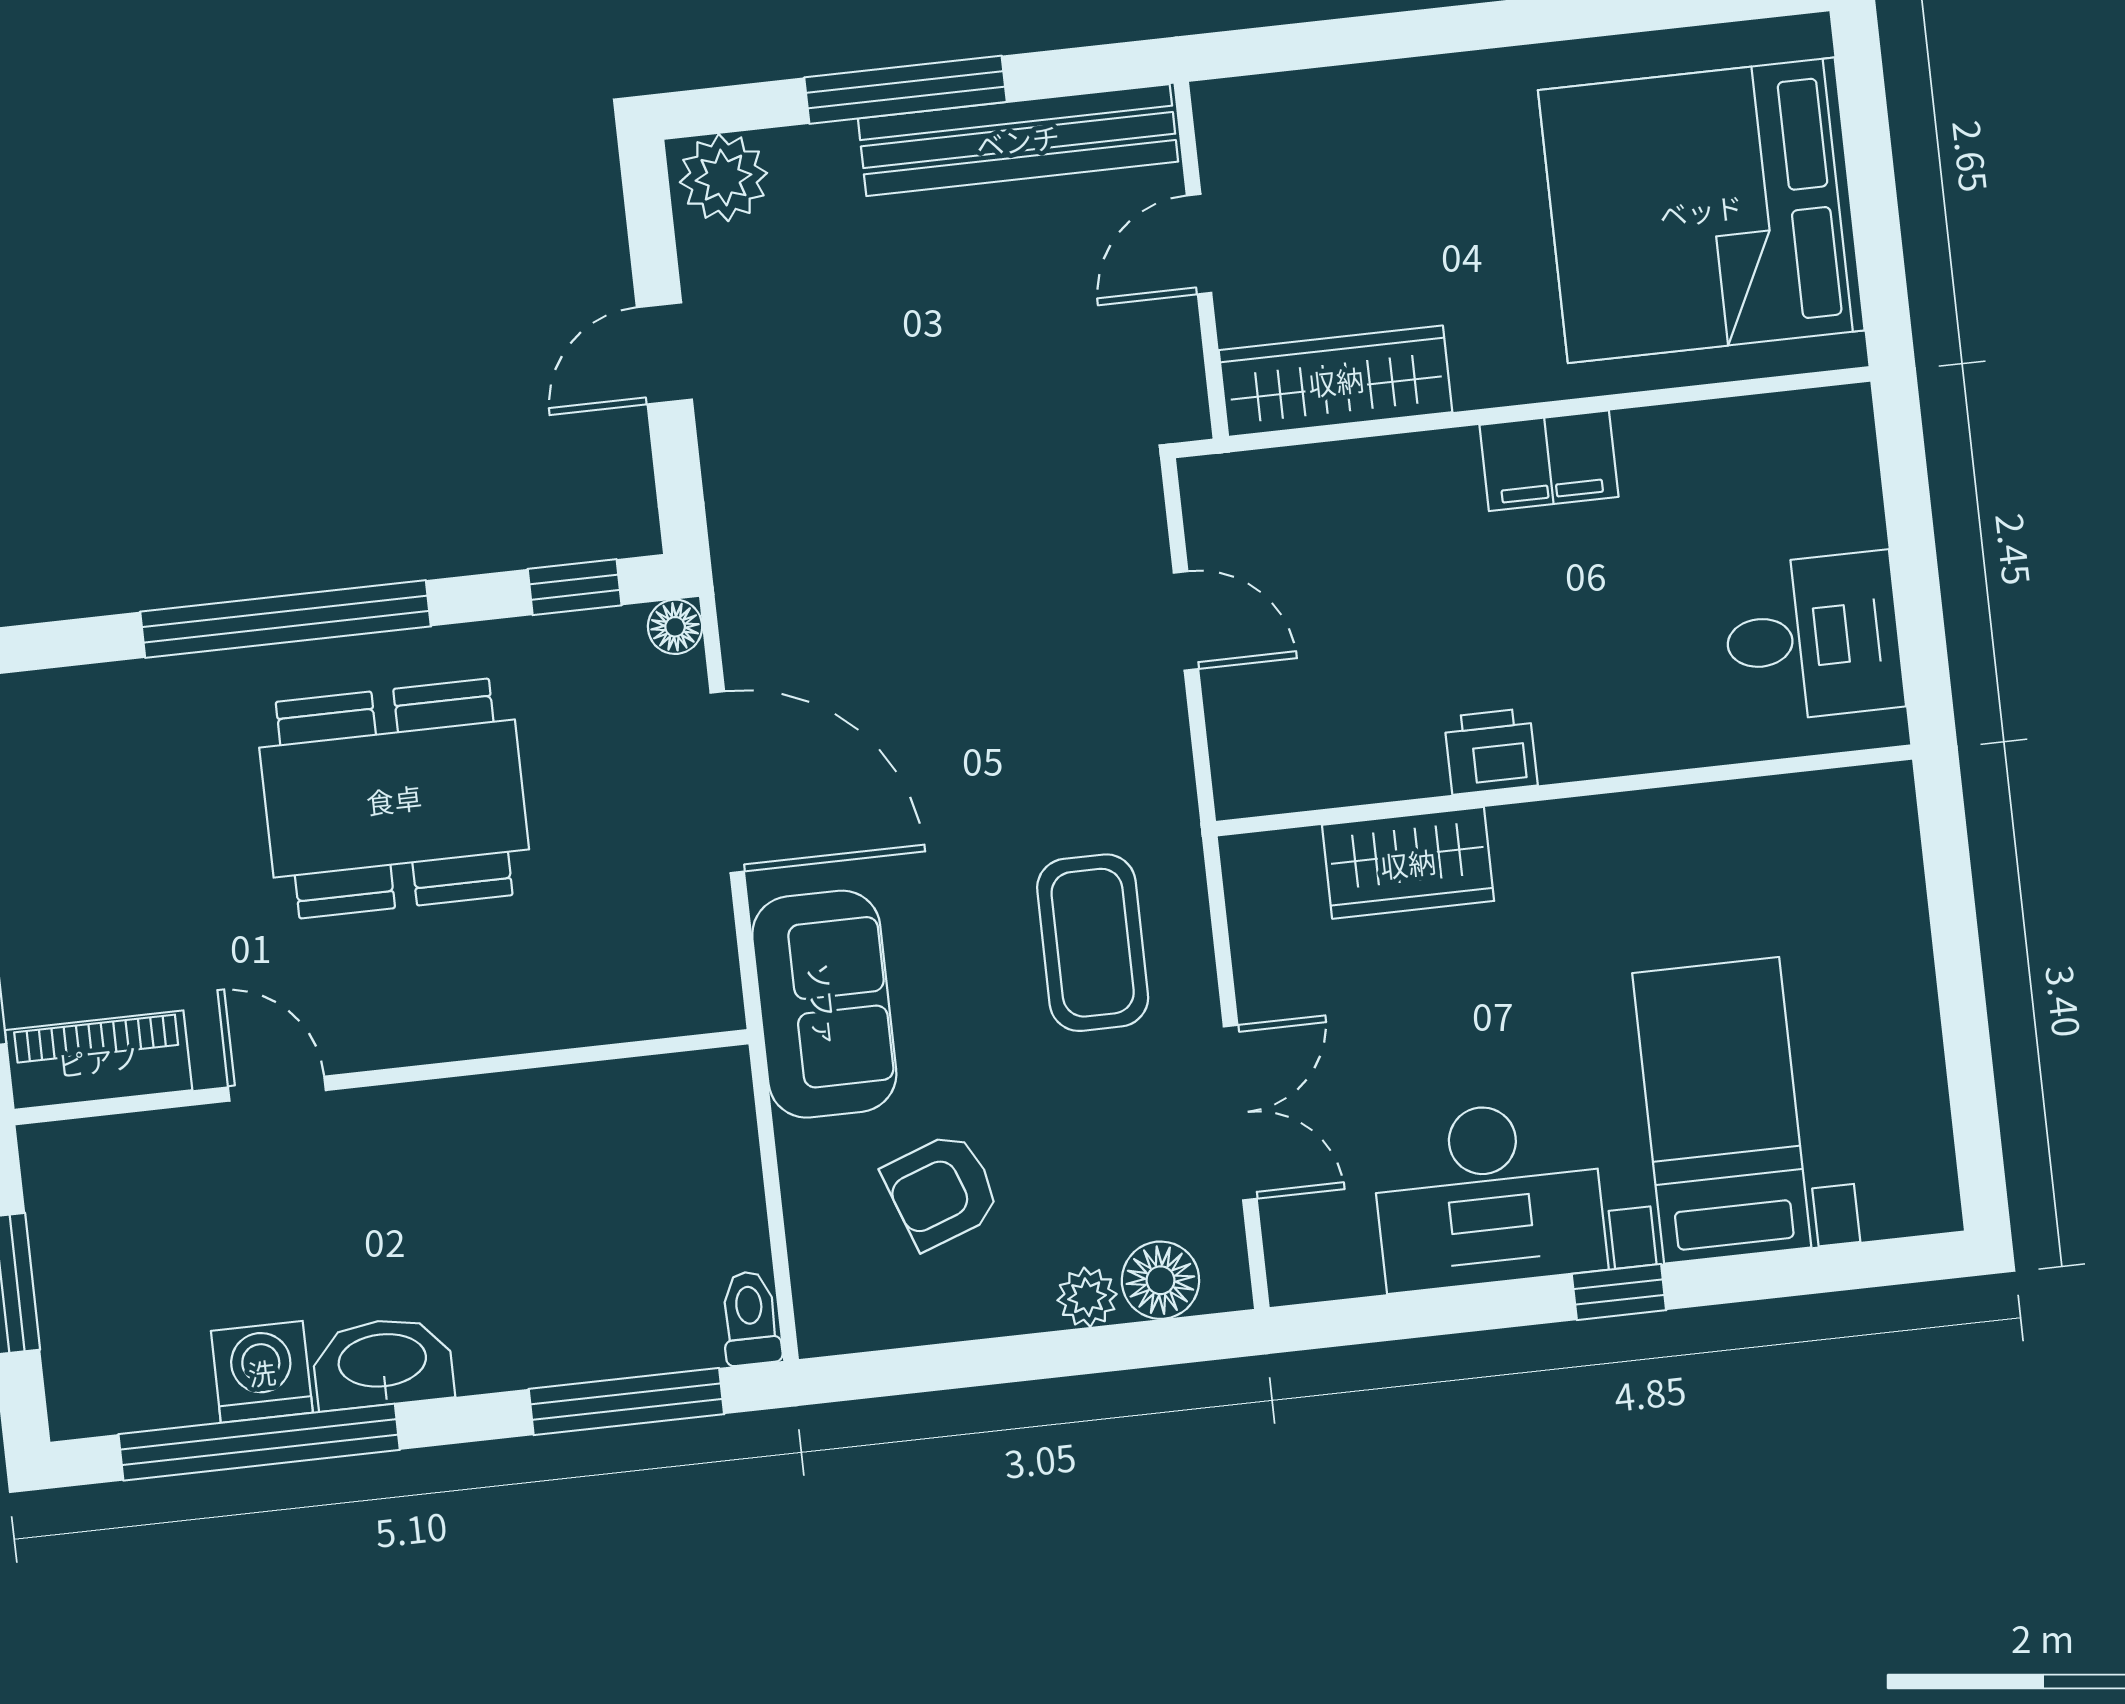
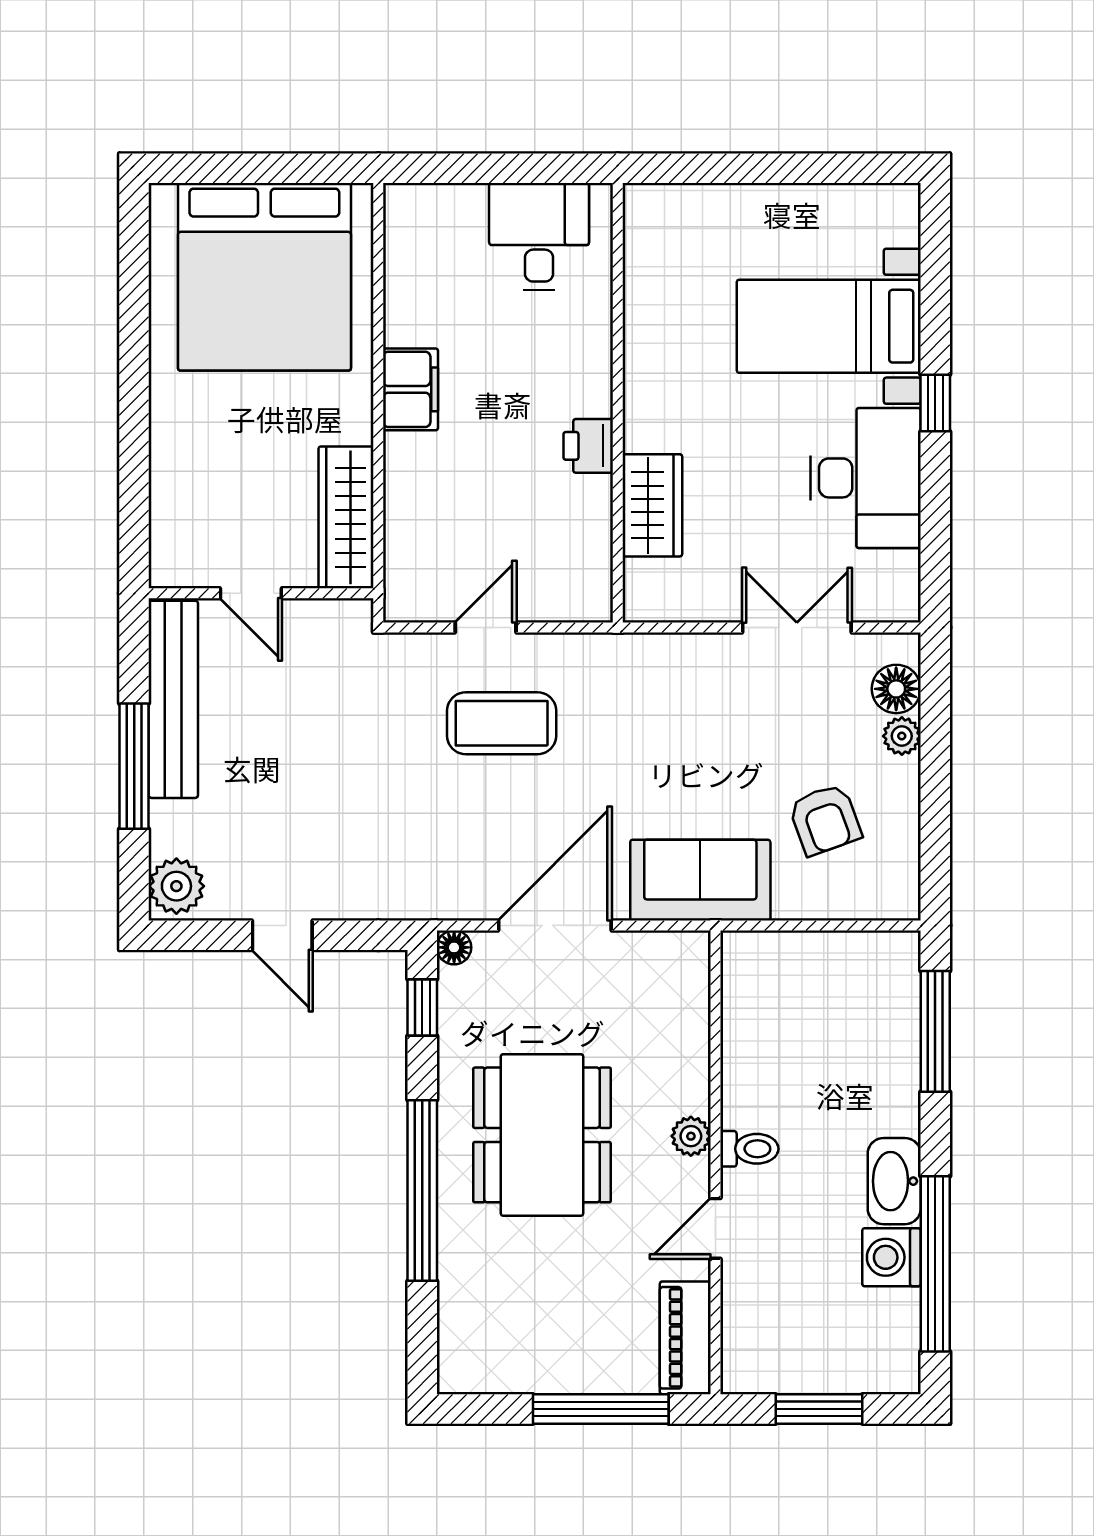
coffee table: (1093, 943) -> (502, 723), moved
plant: (418, 1034) -> (691, 1136), added
toilet: (750, 1318) -> (749, 1149), moved, turned 180

